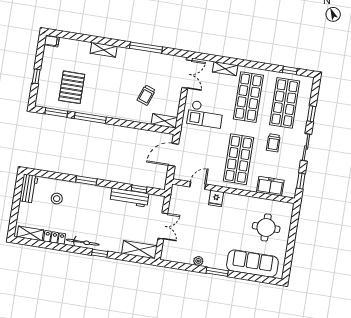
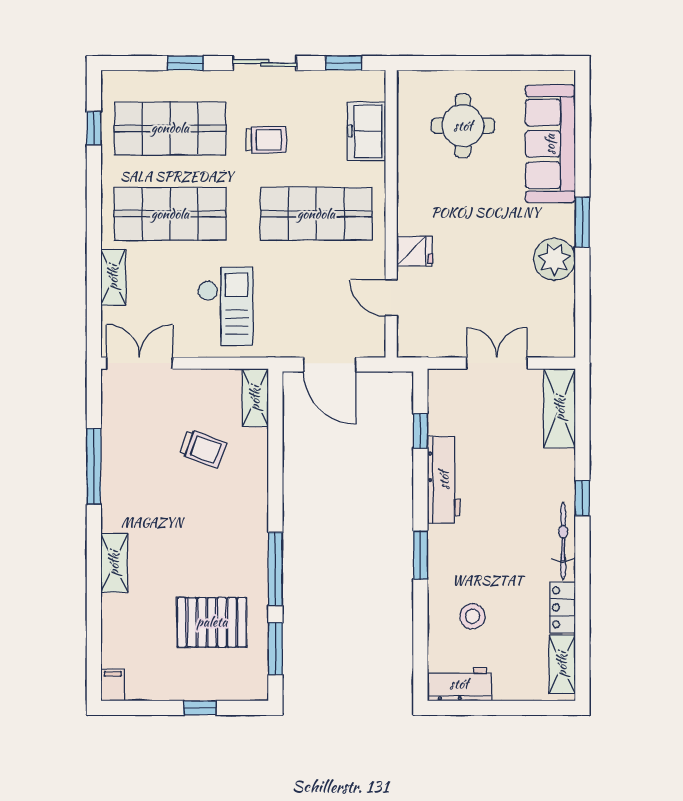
workbench: (129, 197) -> (444, 480), moved
plant: (198, 261) -> (554, 259), width x1.87, depth x1.87

